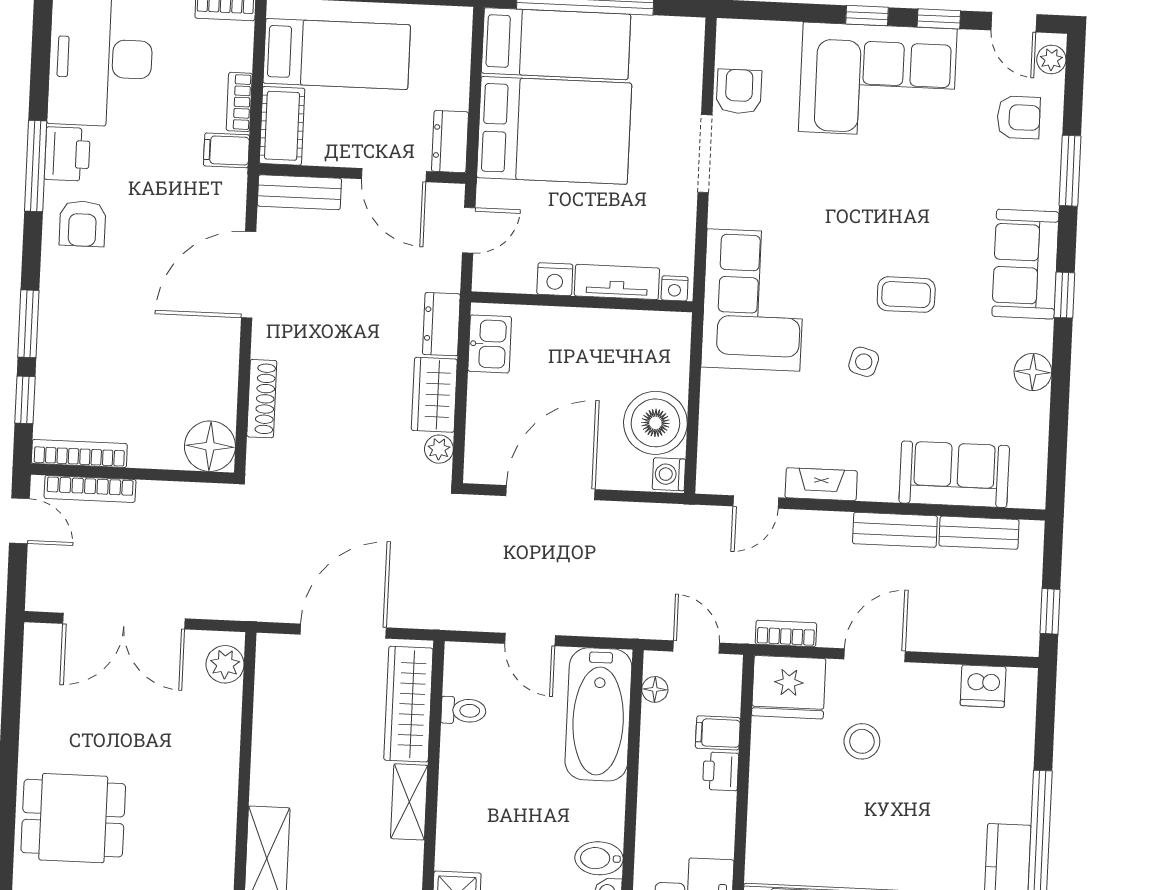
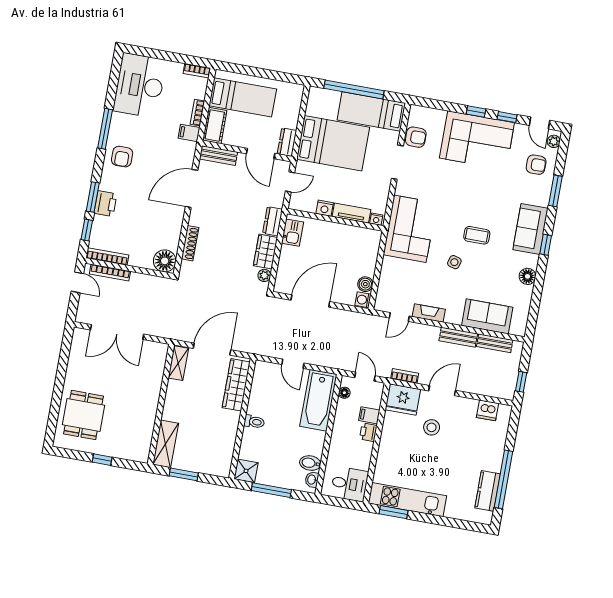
bed: (556, 44) -> (371, 112), moved, turned 180
armchair: (739, 91) -> (416, 137), turned 90
printer: (67, 154) -> (105, 204), moved
boiler: (655, 423) -> (365, 284), width x0.54, depth x0.54
plant: (225, 664) -> (159, 357), removed
toilet: (463, 711) -> (254, 422), moved
shelving: (409, 802) -> (178, 363), moved
dining table: (73, 818) -> (84, 415), turned 90

